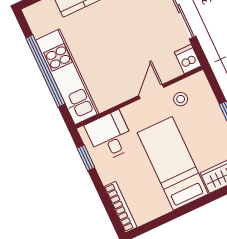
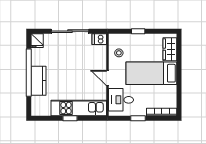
window: (45, 71) -> (70, 118), width x0.32
door: (151, 91) -> (108, 78), moved
window: (86, 158) -> (138, 118), moved

